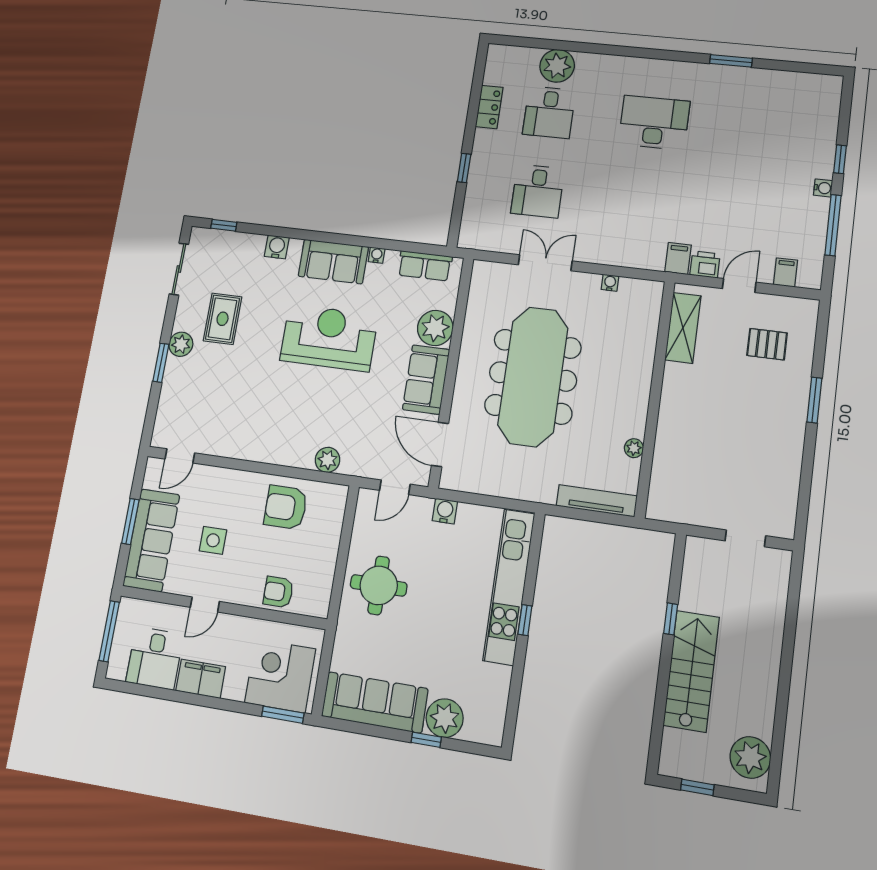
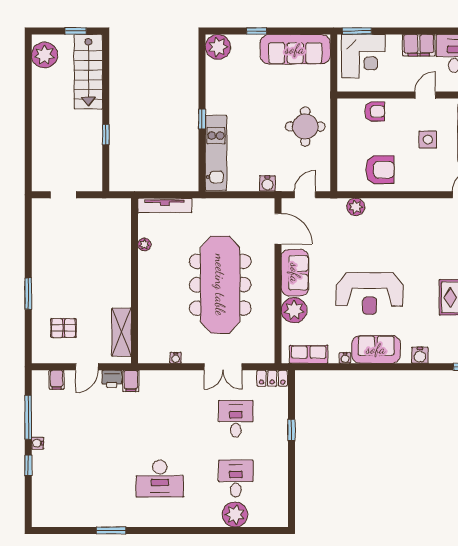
locker: (489, 107) -> (272, 378), moved, turned -90
kitchen unit: (509, 587) -> (216, 153), width x0.73
stairs: (691, 671) -> (88, 72), moved
plant: (445, 718) -> (218, 47), moved

